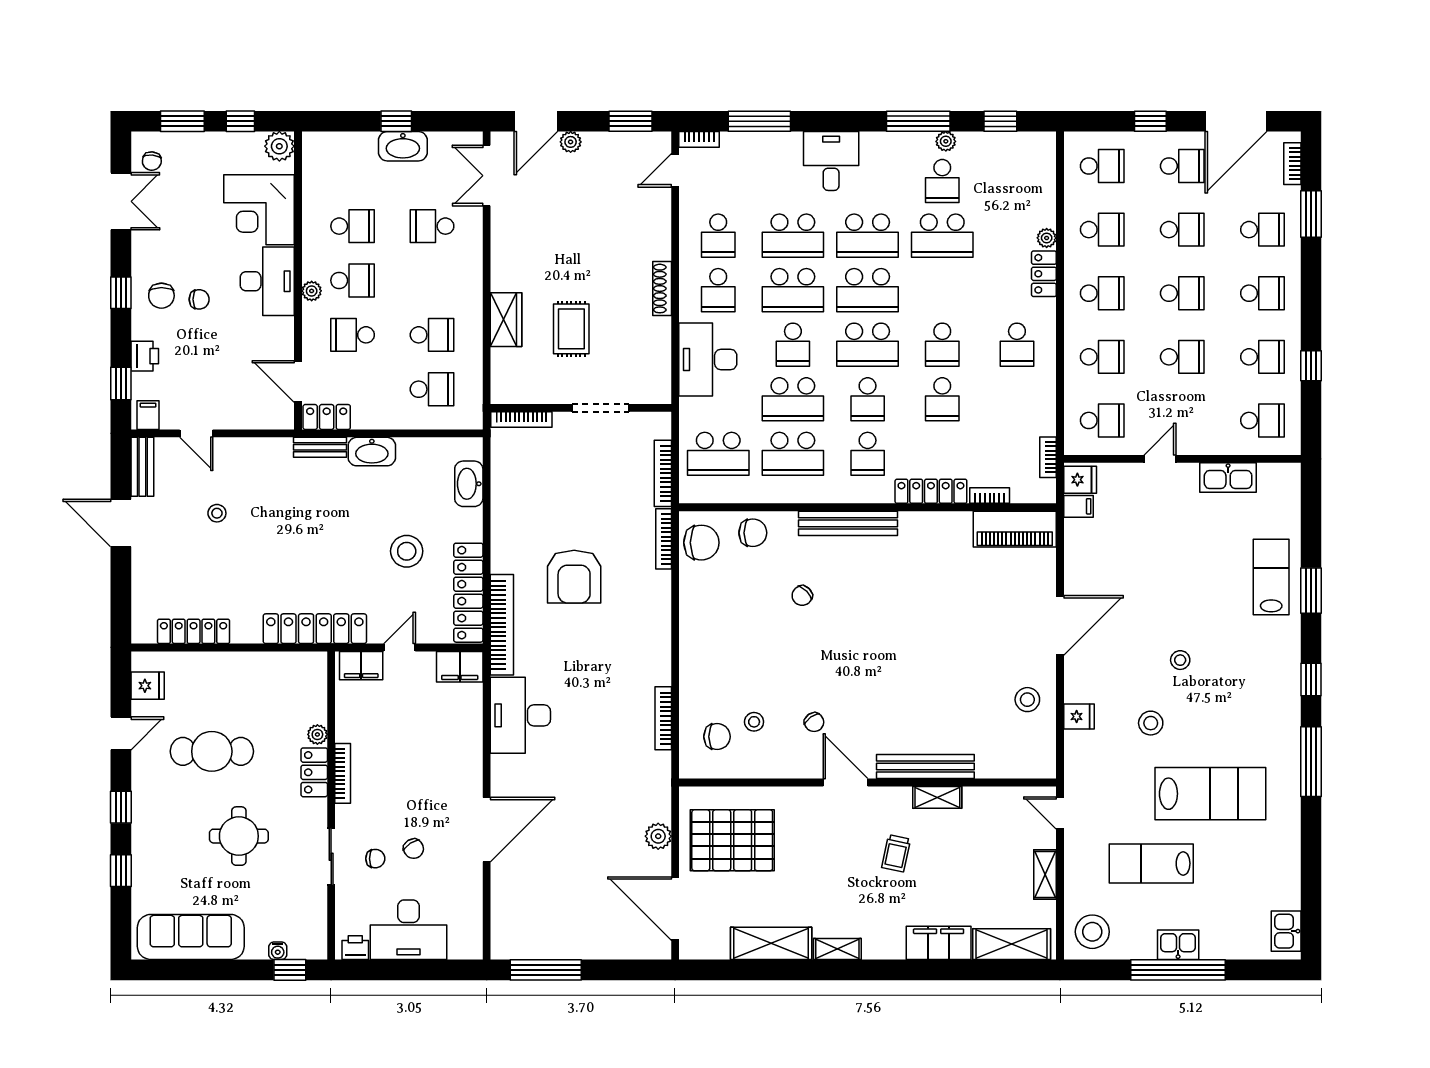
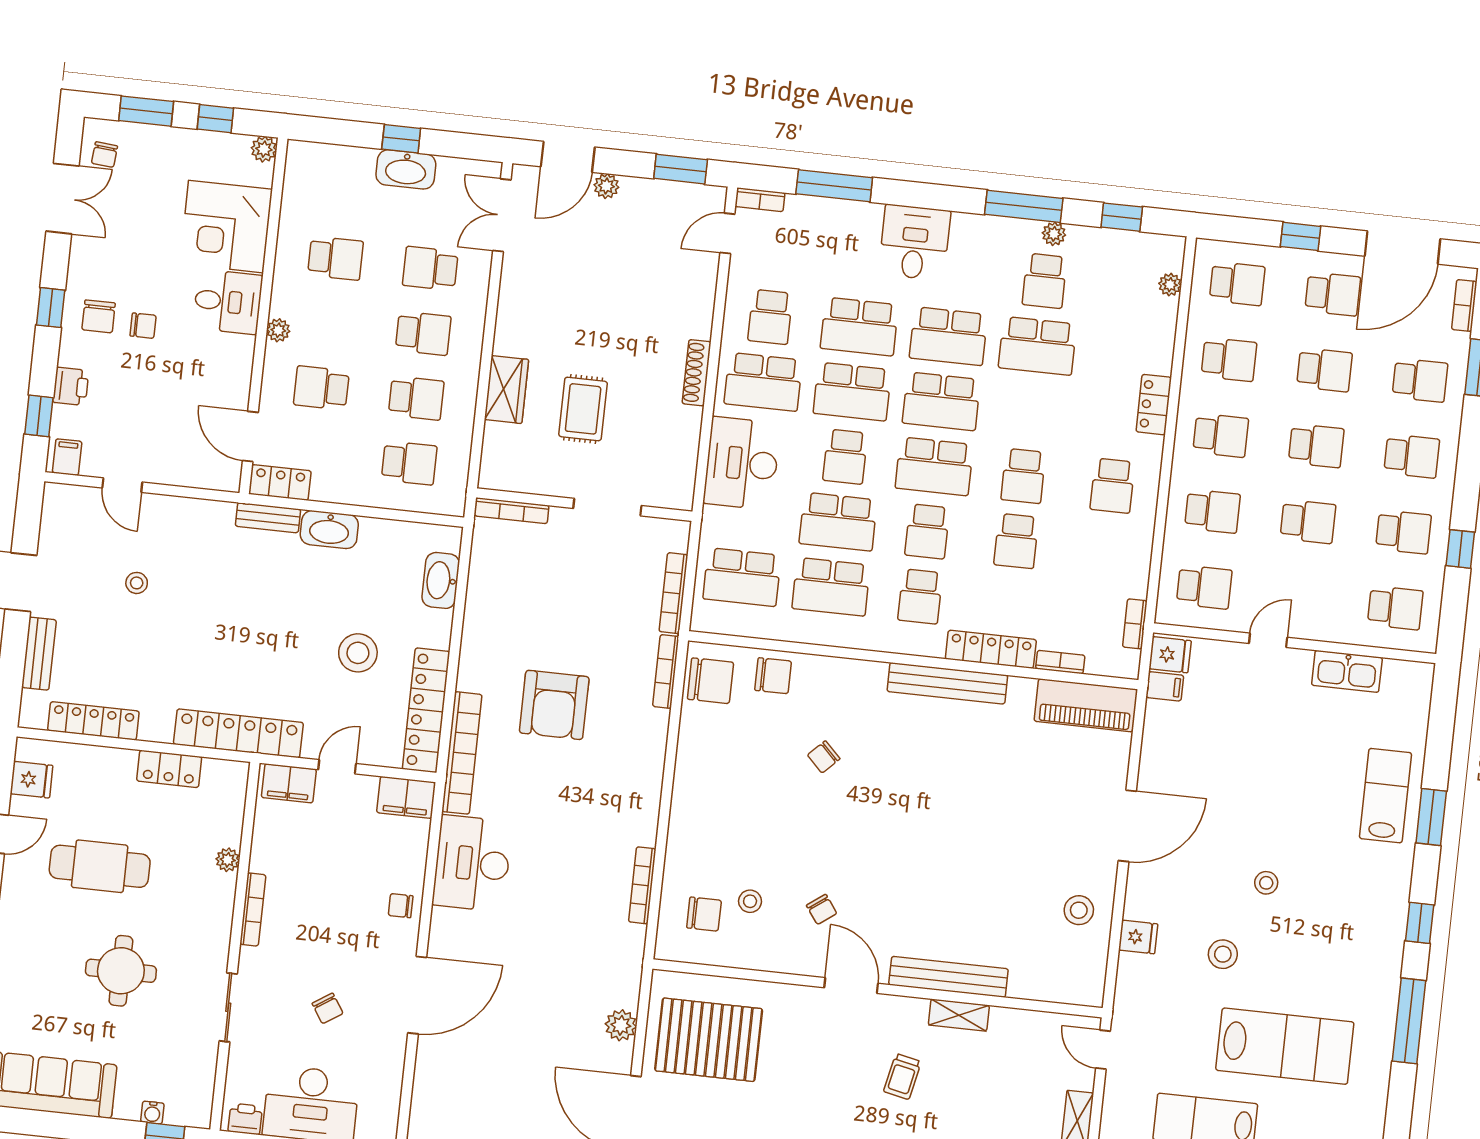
plant: (279, 146) -> (264, 149), width x0.73, depth x0.73
plant: (1047, 238) -> (1170, 285), moved
school desk: (353, 280) -> (423, 333), moved
desk: (267, 281) -> (228, 302), width x0.73
school desk: (718, 290) -> (763, 382), width x1.85
bench: (142, 467) -> (39, 654), moved
bench: (848, 523) -> (947, 683), moved
locker: (314, 772) -> (169, 769), moved, turned -90
chair: (375, 859) -> (401, 906), moved, turned 180

